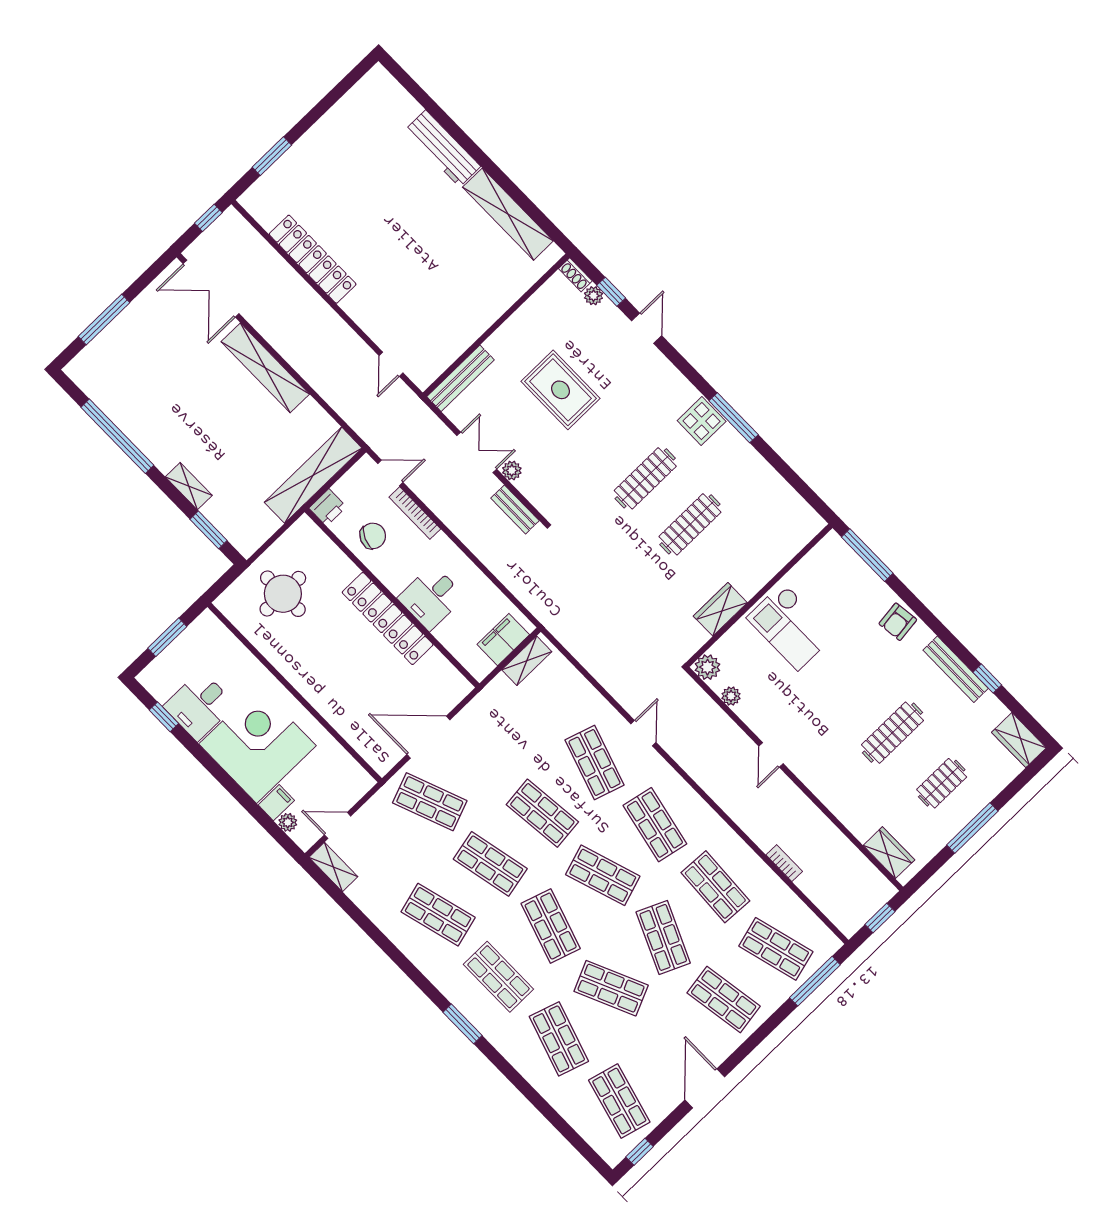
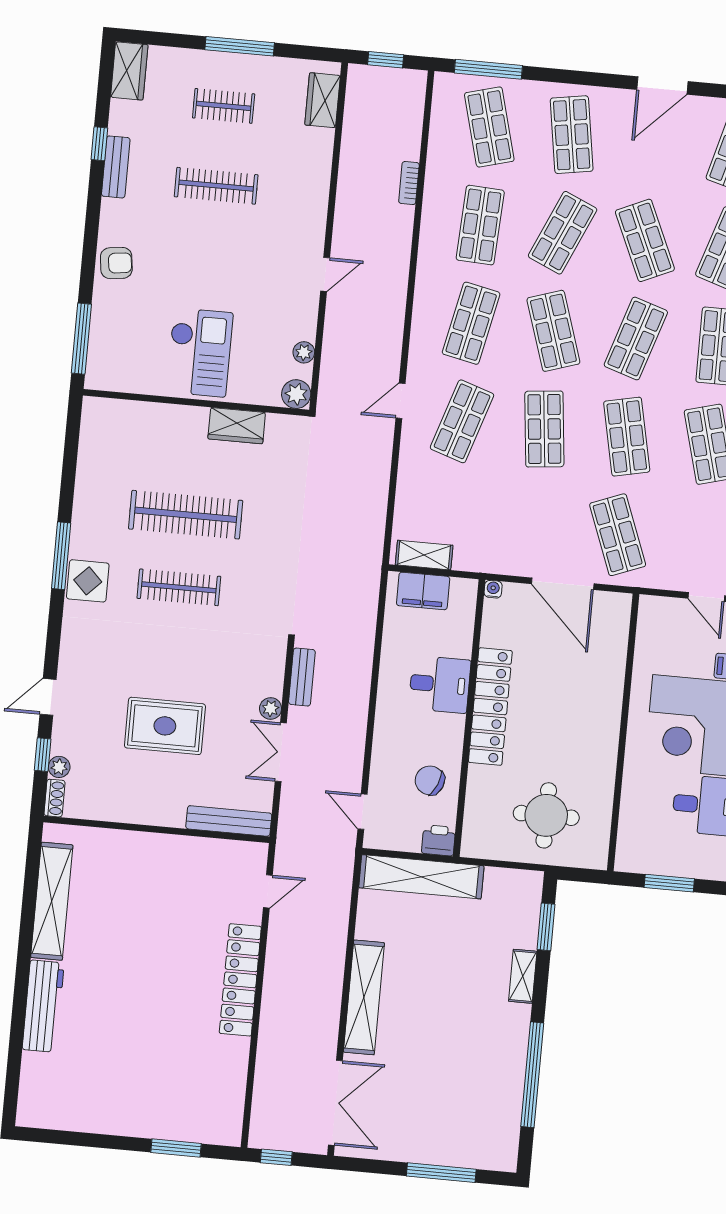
locker: (313, 259) -> (240, 980), moved
rug: (560, 390) -> (165, 726), turned 90
bookcase: (415, 513) -> (379, 761), removed
clothes rail: (690, 524) -> (186, 515), width x1.37, depth x1.31
bench: (956, 669) -> (116, 167), width x0.73
water cooler: (464, 687) -> (493, 589), added

